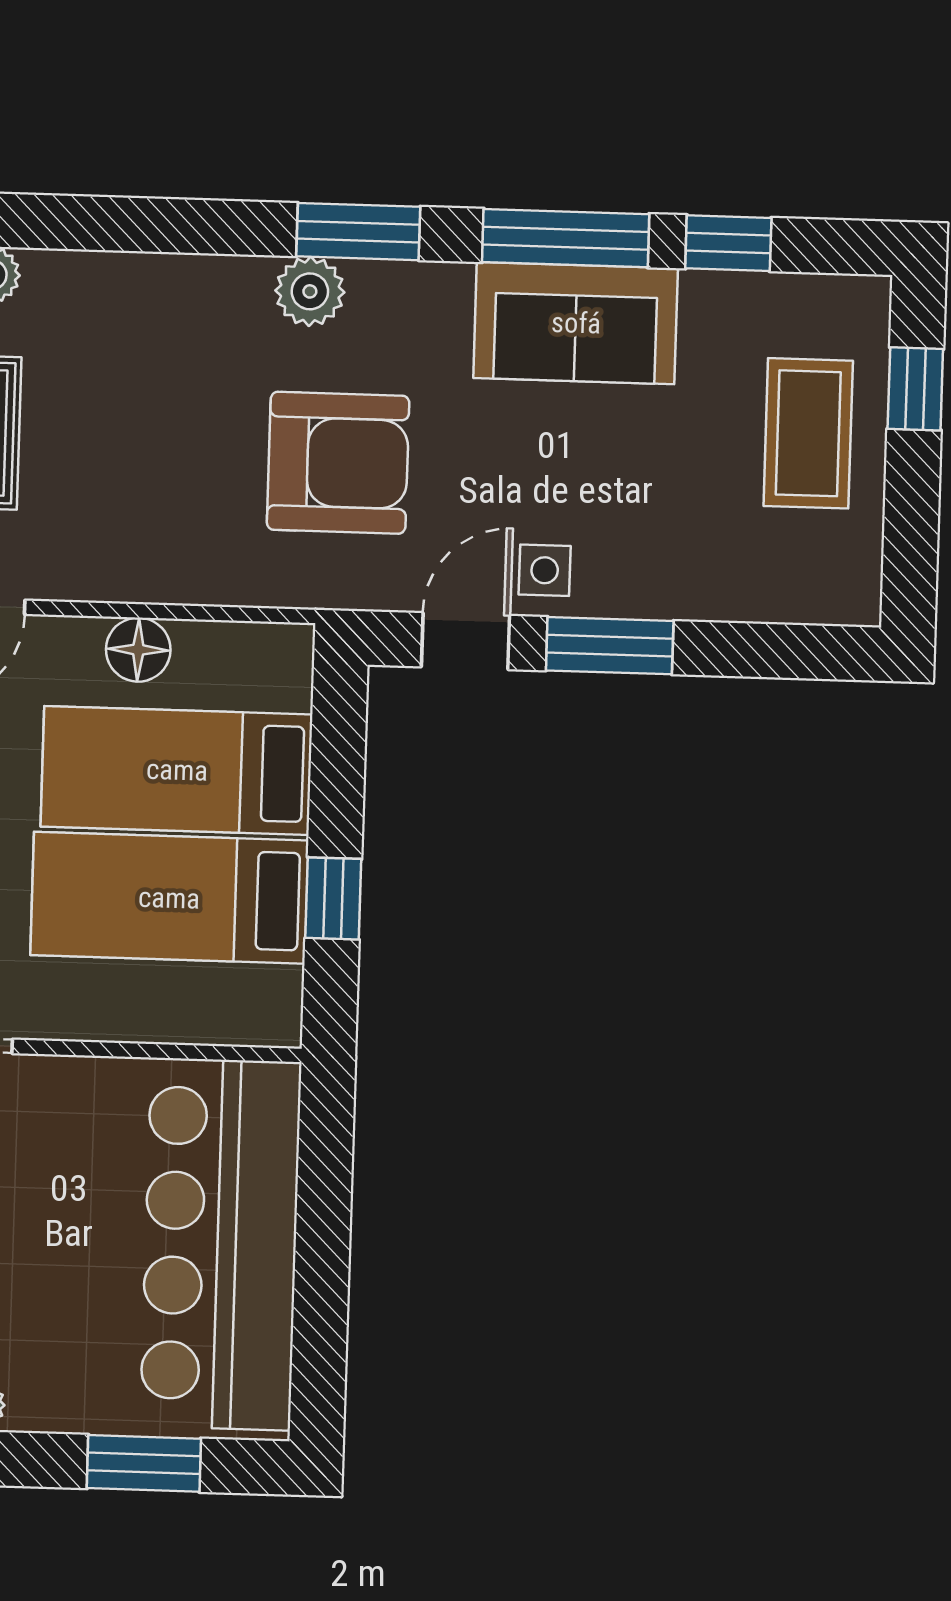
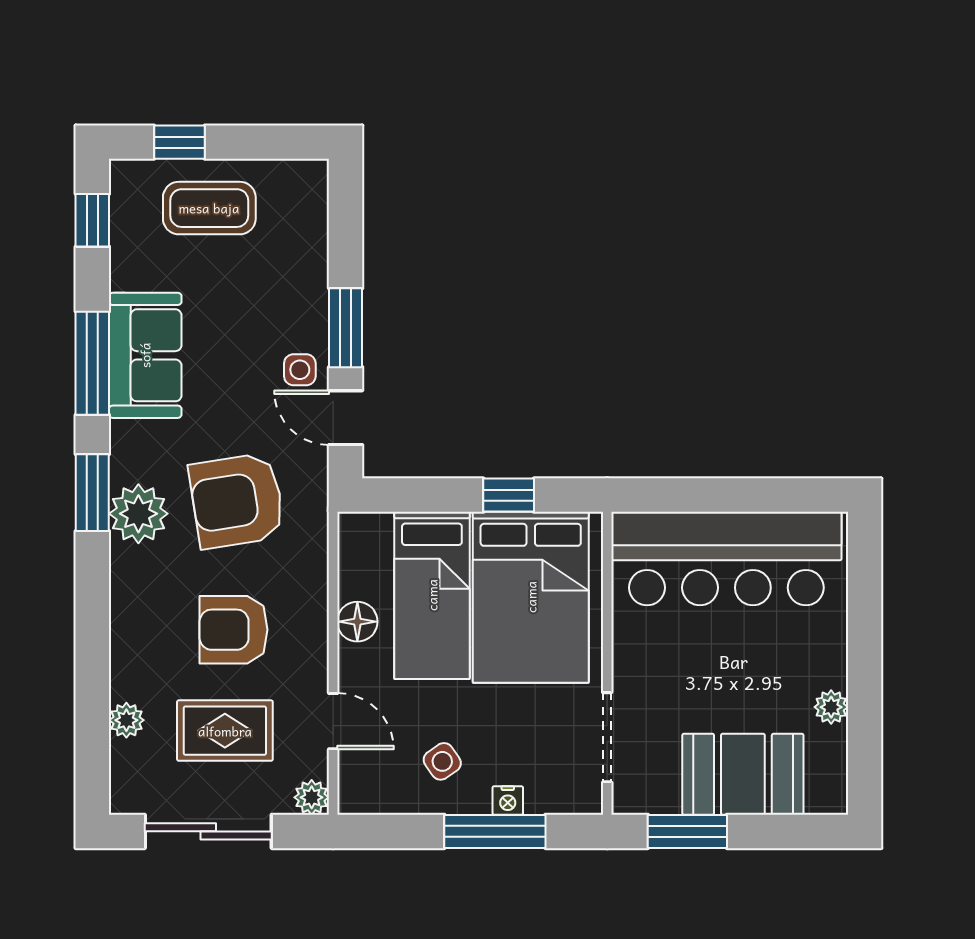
window: (728, 243) -> (92, 220), moved
plant: (310, 291) -> (138, 514), width x1.36, depth x1.36
armchair: (132, 451) -> (234, 630), added
armchair: (338, 463) -> (237, 501), turned -99
bed: (169, 898) -> (531, 597), width x1.50
window: (144, 1463) -> (865, 602), removed

